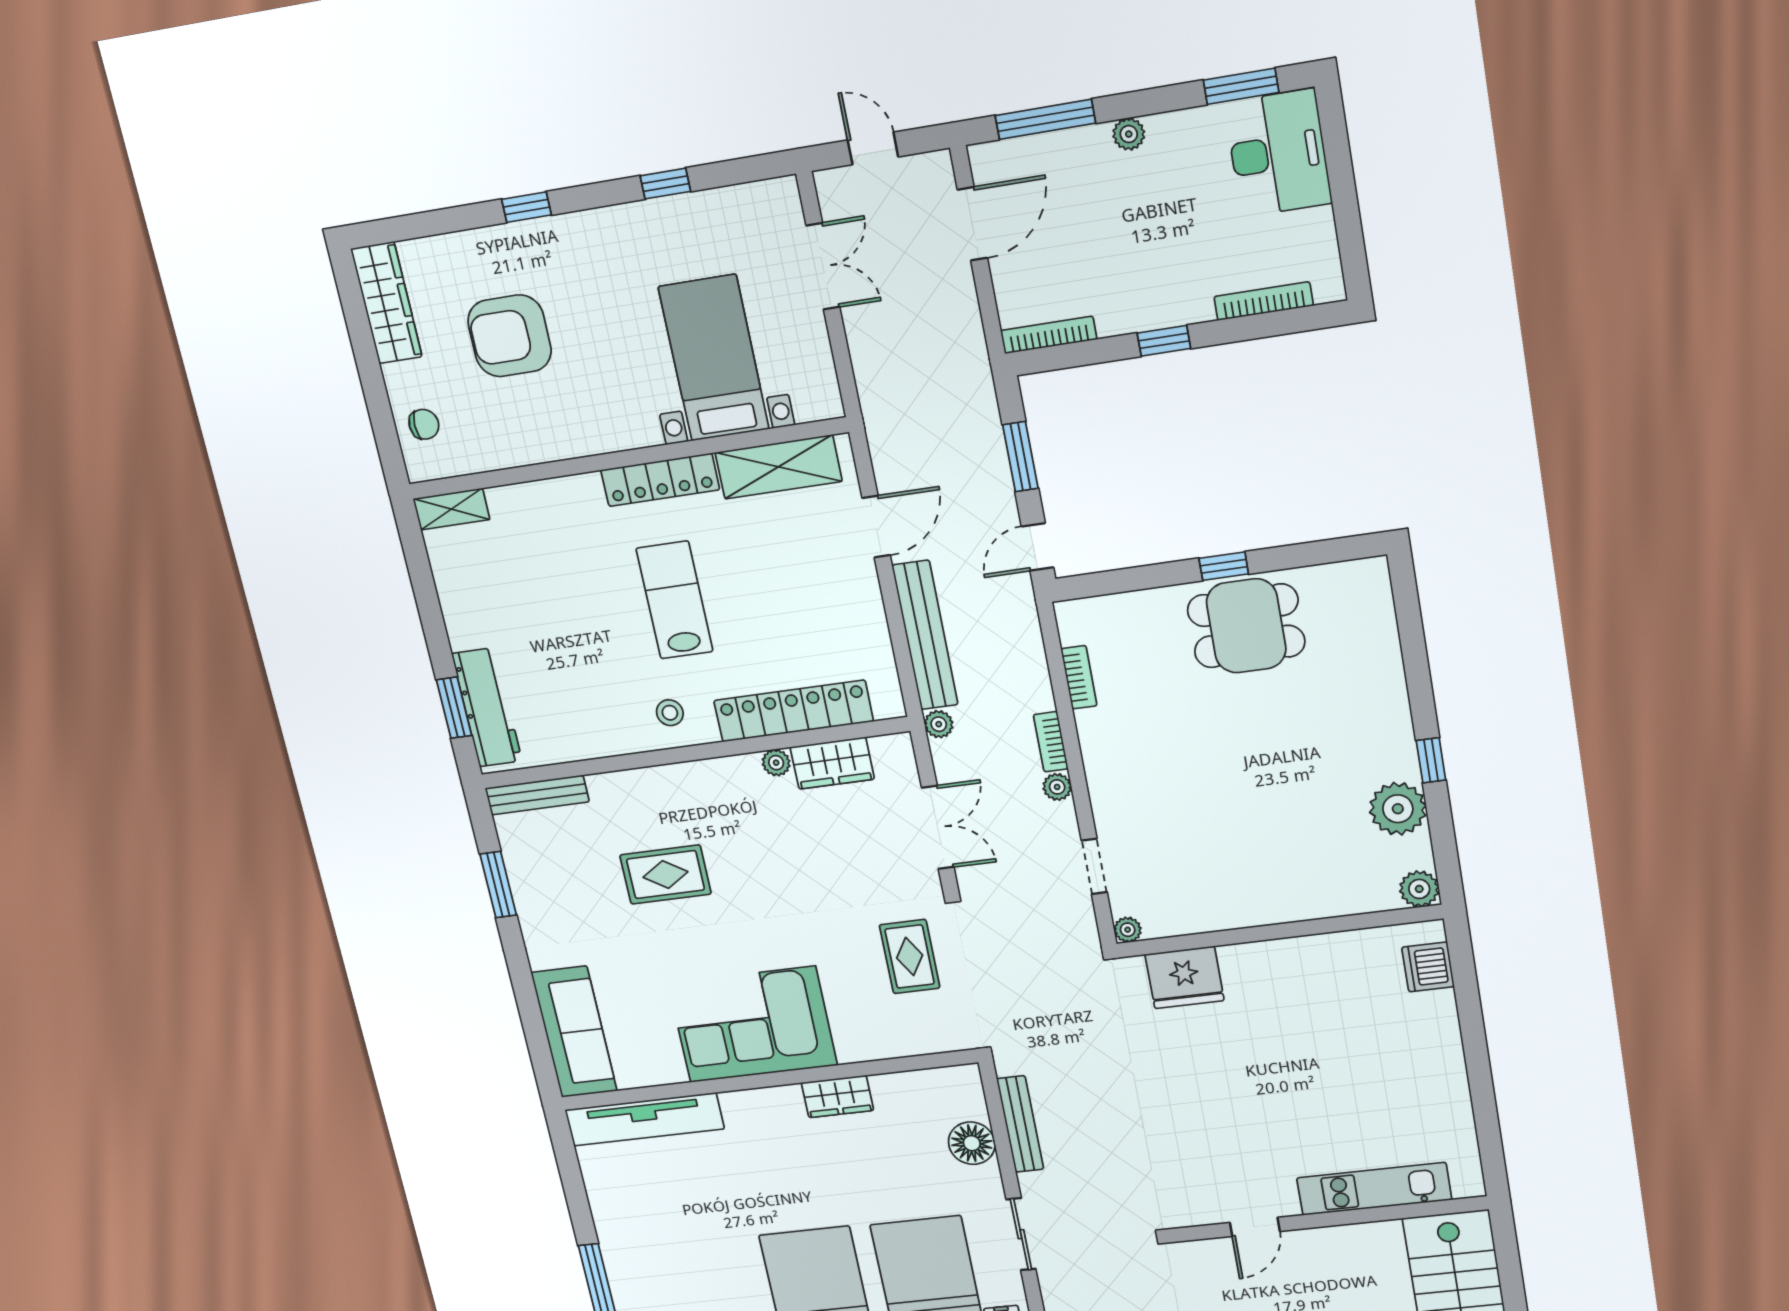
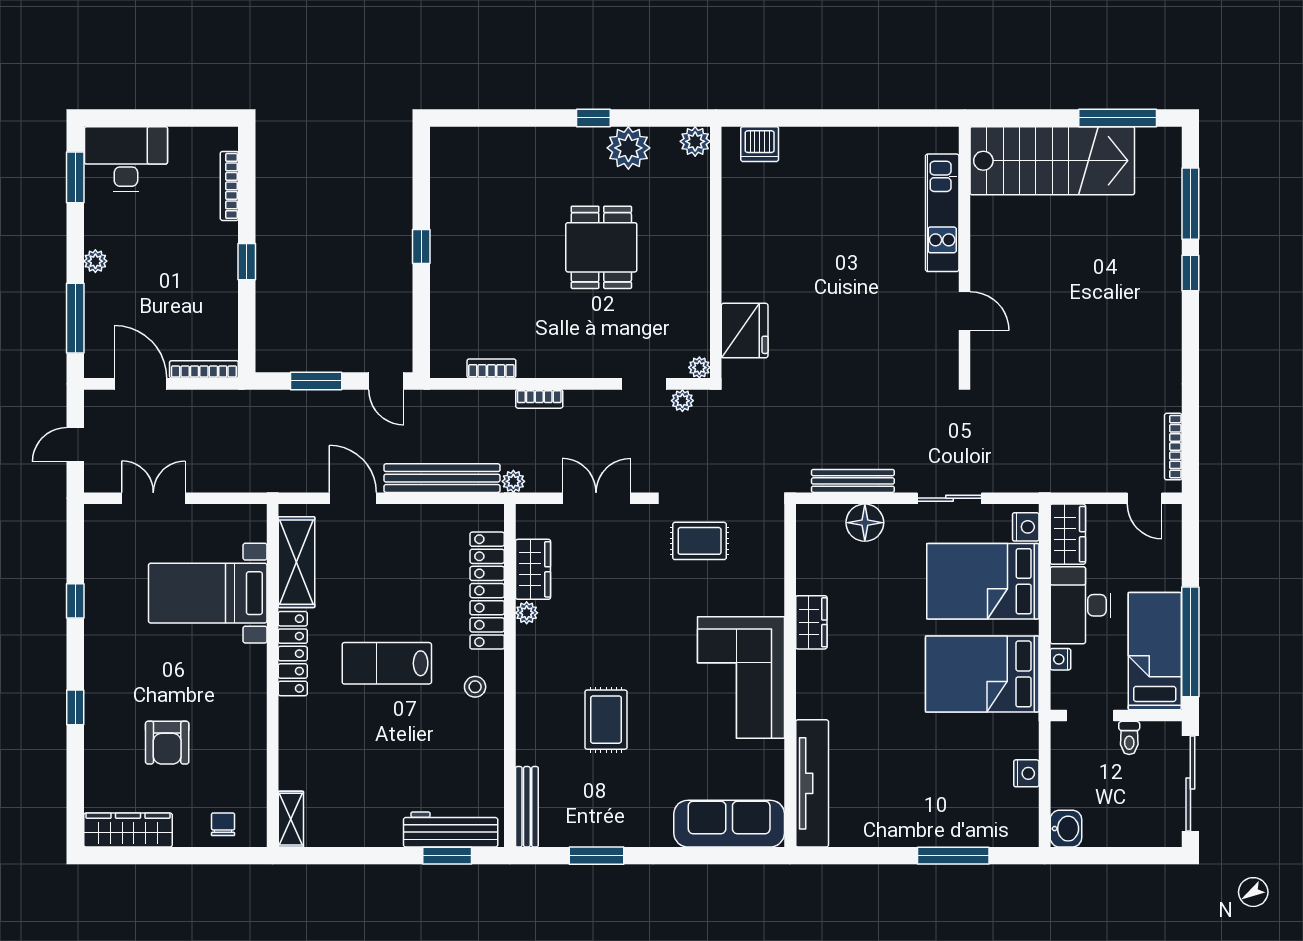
bookcase: (1049, 335) -> (204, 369), moved, turned 90
armchair: (510, 336) -> (167, 743), width x0.73, depth x0.73
dining table: (1246, 626) -> (601, 247), moved
plant: (1057, 787) -> (682, 401), moved

